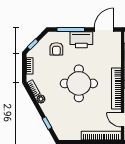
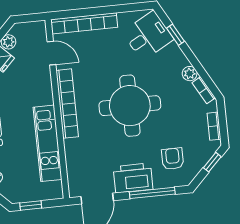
desk: (64, 124) -> (148, 36), added

